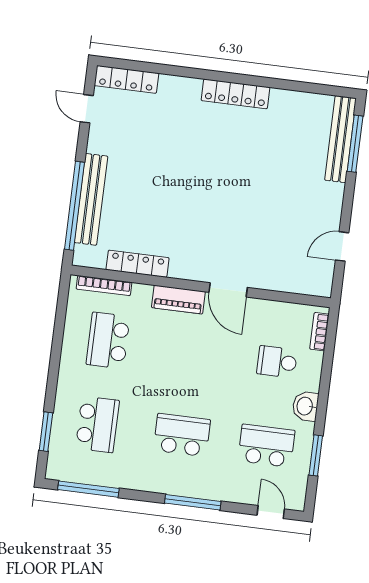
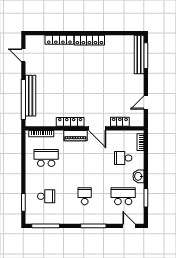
locker: (126, 79) -> (59, 40), moved
locker: (138, 264) -> (70, 122), moved
locker: (280, 281) -> (120, 122), added
school desk: (108, 340) -> (46, 158), turned 90
school desk: (97, 424) -> (46, 196), width x0.54
school desk: (182, 435) -> (85, 196), width x0.54

